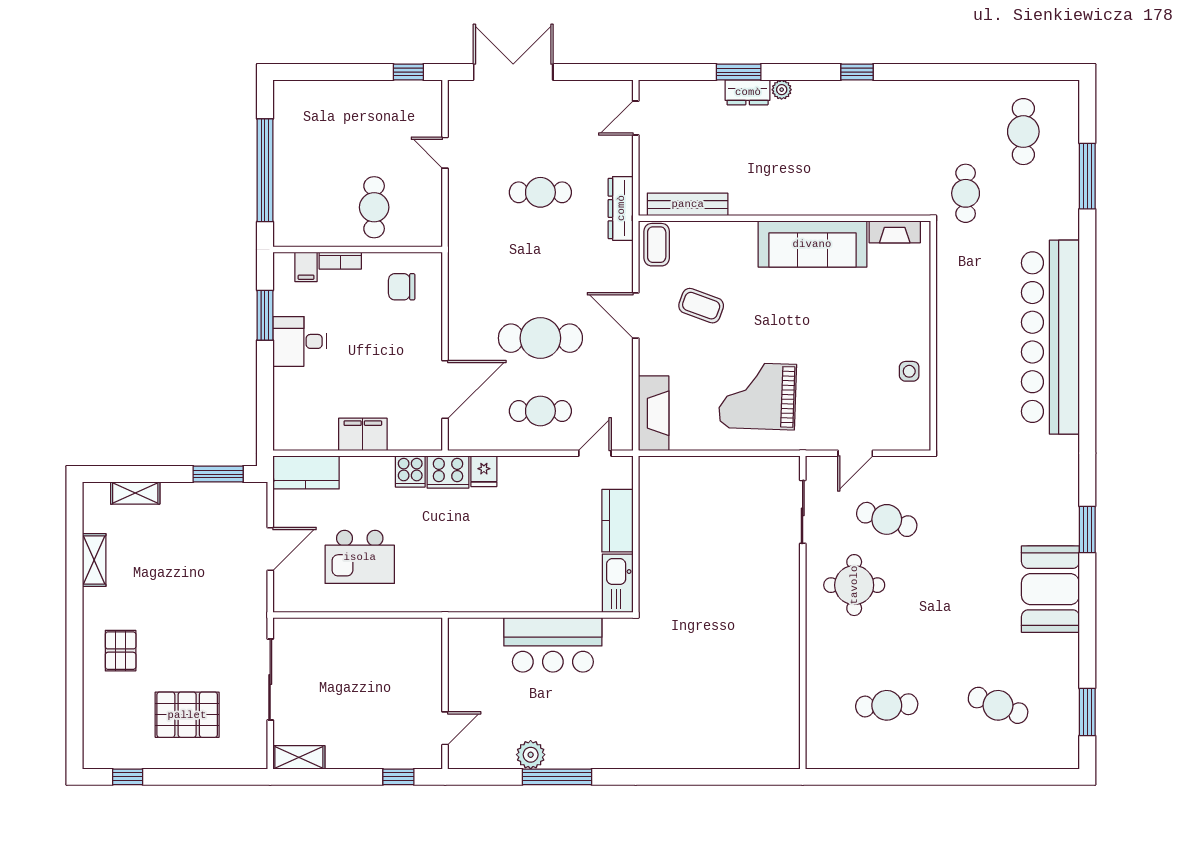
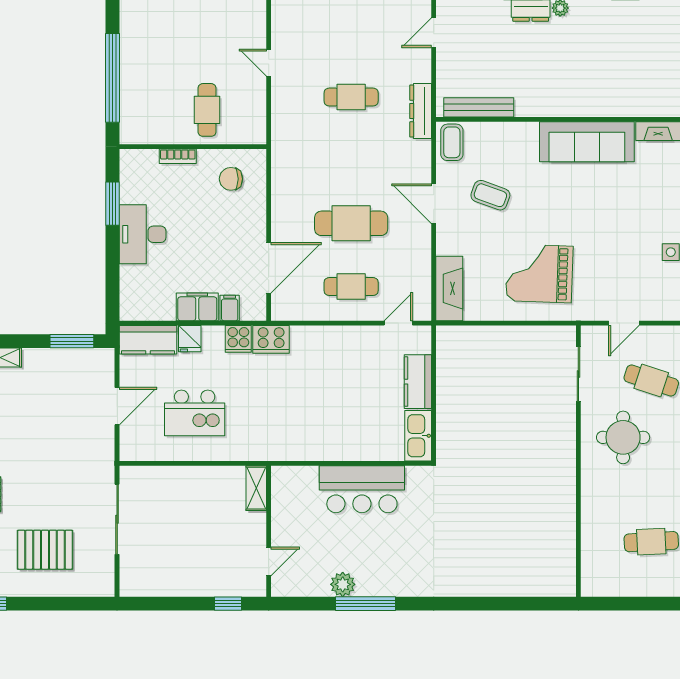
filing cabinet: (306, 267) -> (230, 308), moved, turned 180
desk: (300, 341) -> (143, 234), width x1.37
fridge: (484, 471) -> (190, 339), moved
shelving: (299, 757) -> (256, 488), moved, turned 90

